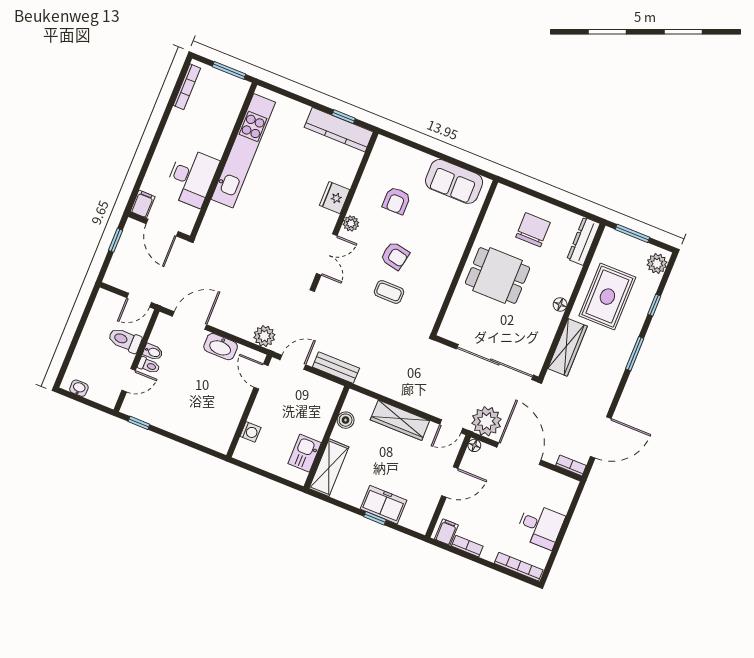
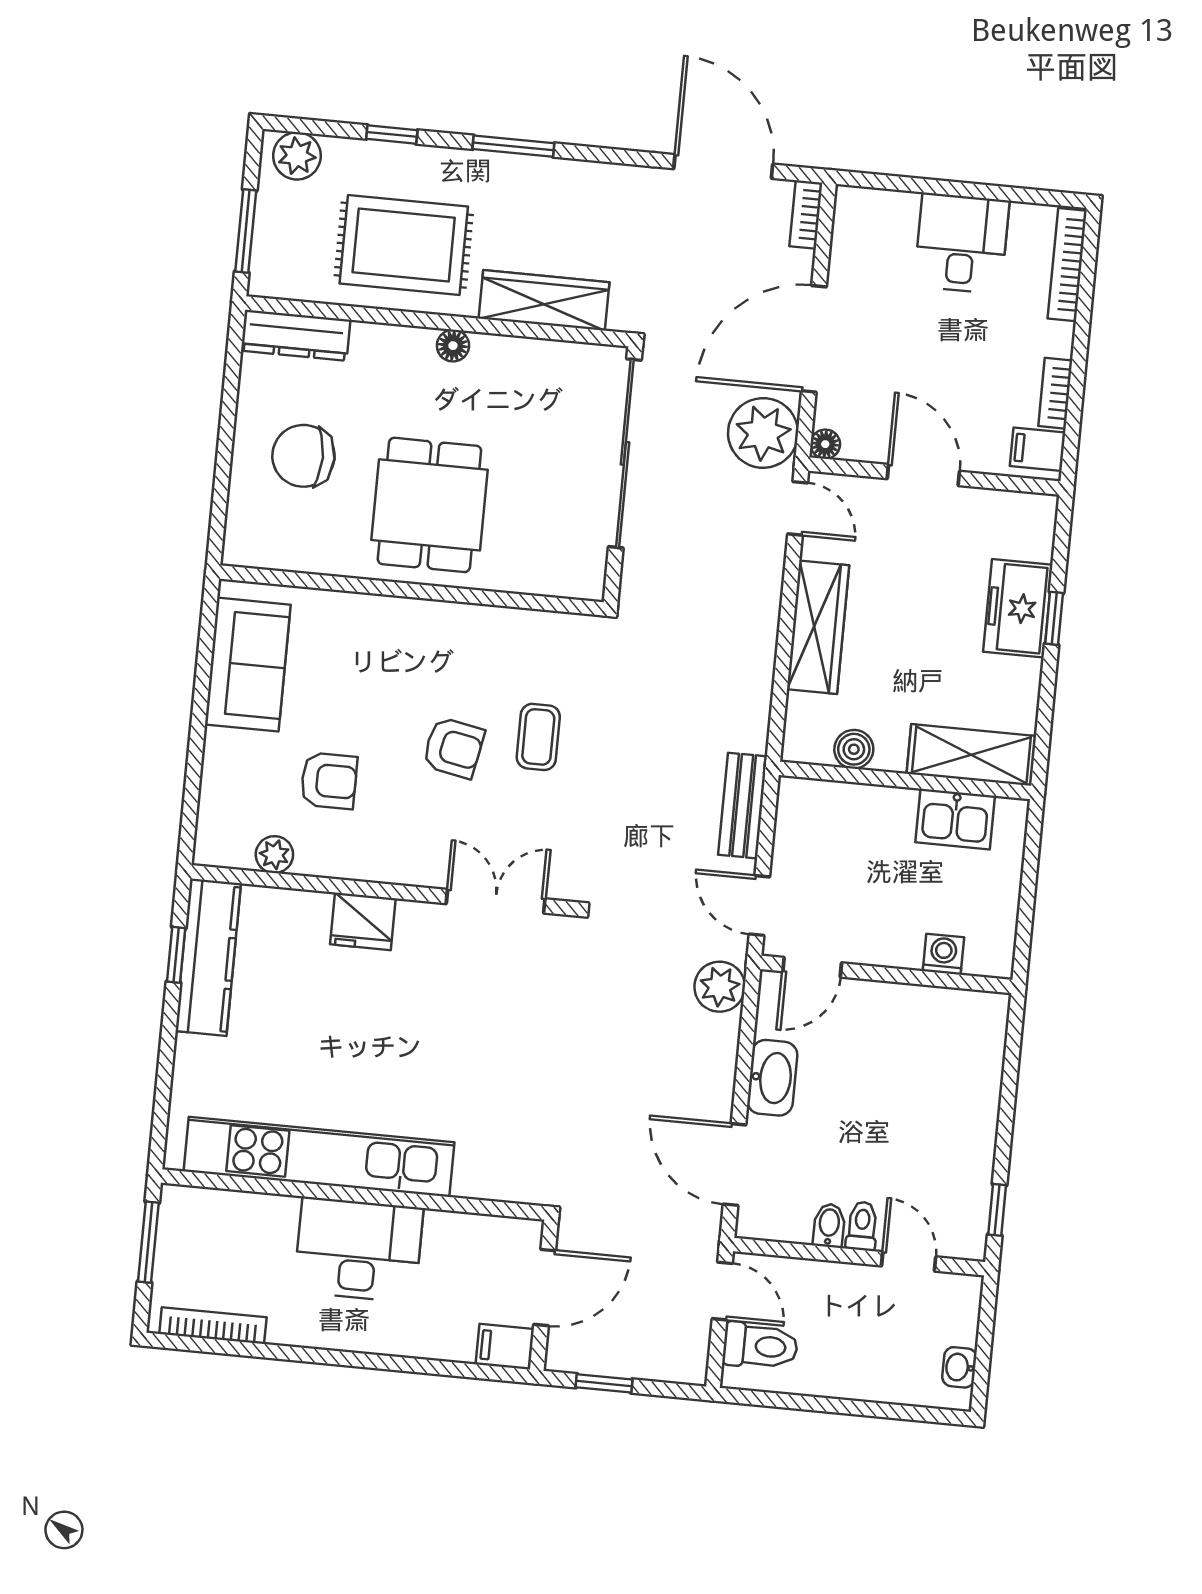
desk: (192, 177) -> (359, 1250), moved
plant: (351, 223) -> (274, 855), moved
armchair: (395, 256) -> (453, 748), turned 90
toilet: (125, 340) -> (760, 1346), moved, turned -90

